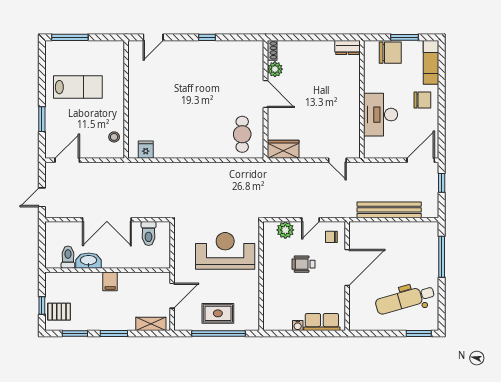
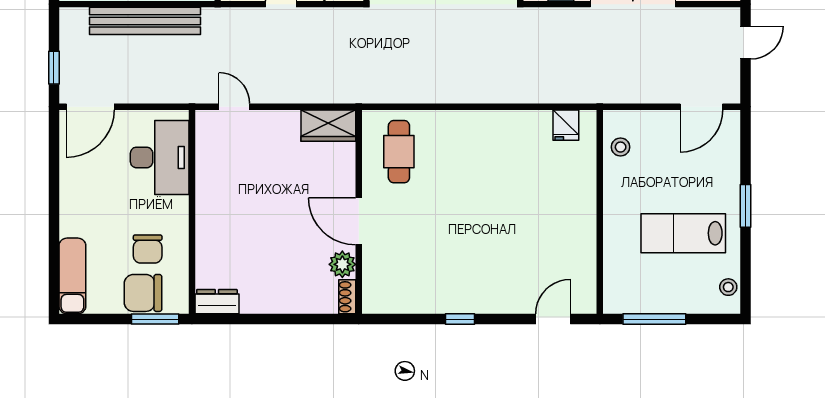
window: (70, 37) -> (654, 319), moved
window: (405, 37) -> (155, 319), moved
stool: (52, 56) -> (728, 287), added
chair: (422, 100) -> (148, 249), moved, turned -90
desk: (381, 115) -> (160, 157), moved
window: (42, 119) -> (746, 206), moved

